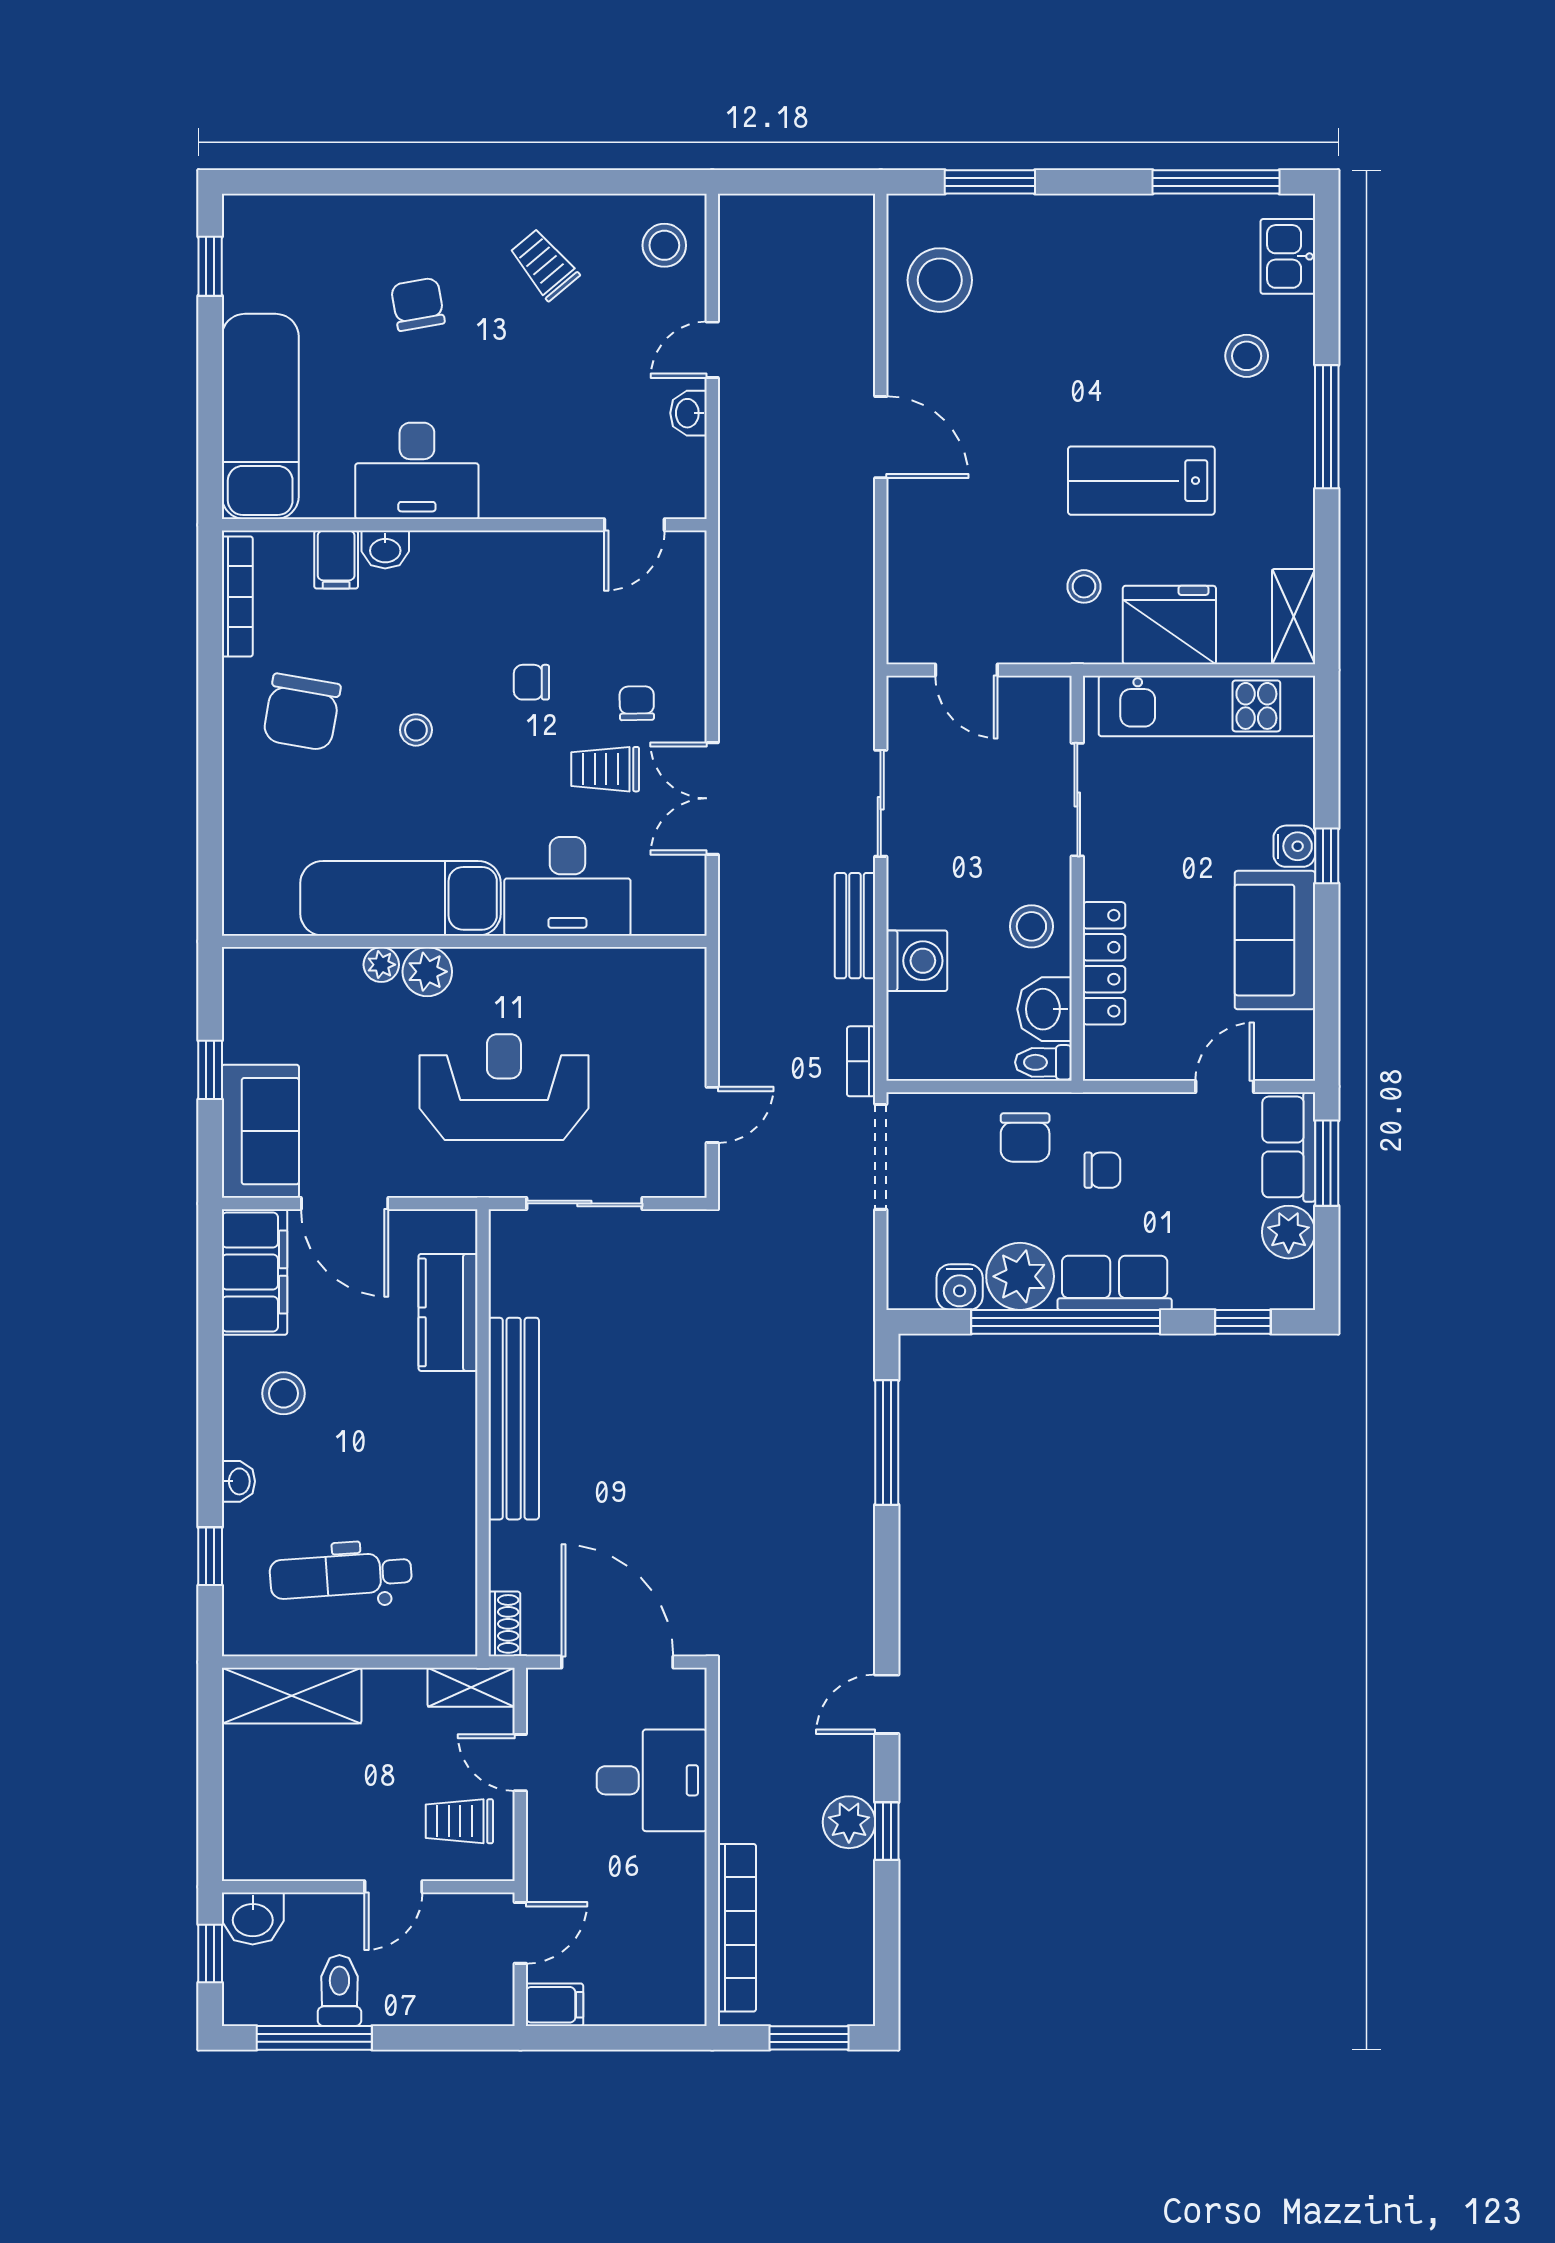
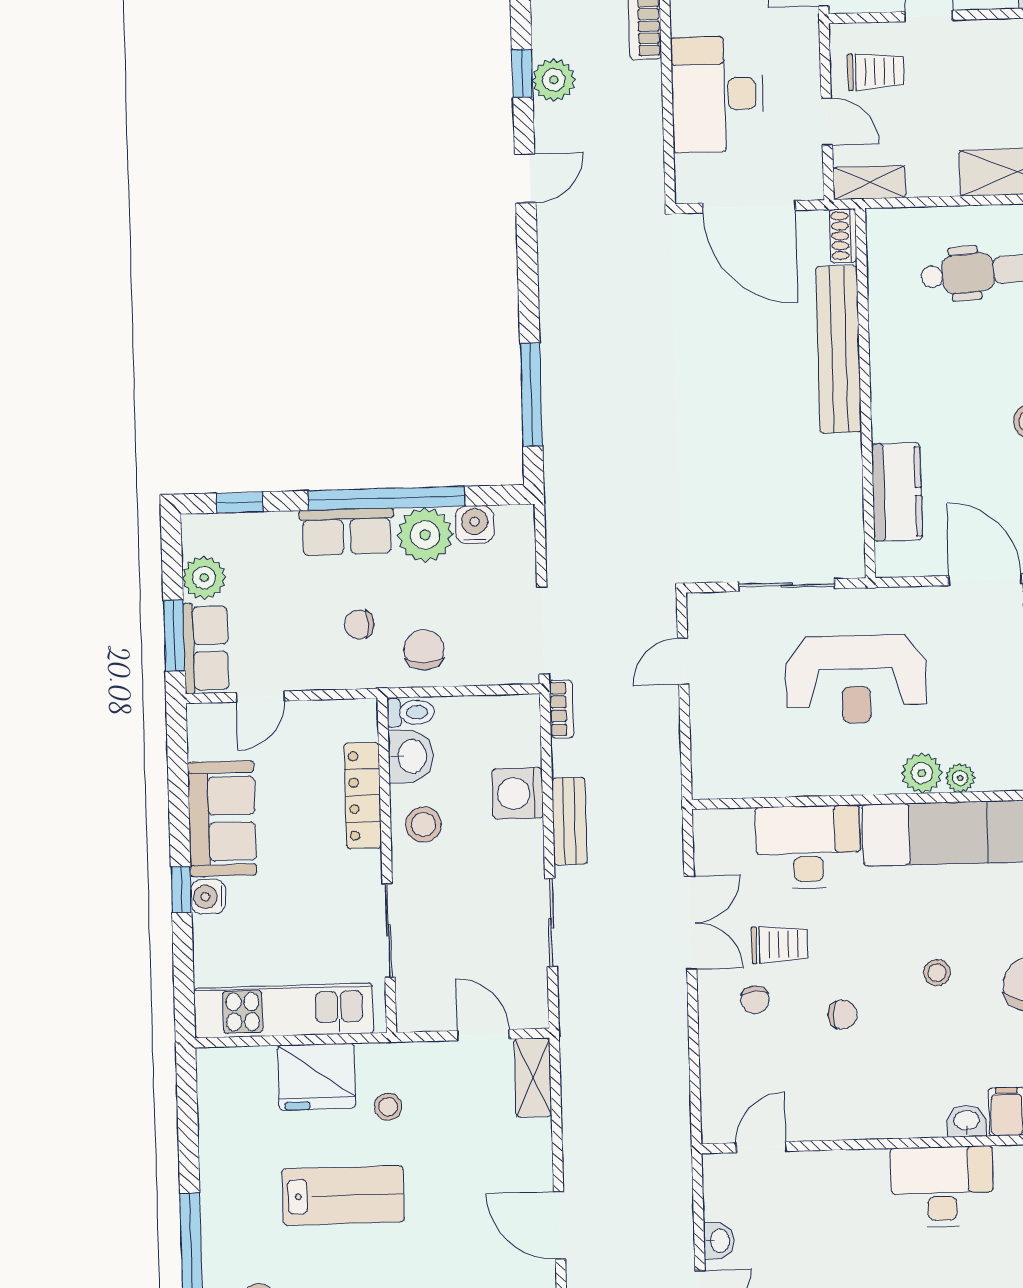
shelving: (1294, 617) -> (533, 1078), moved
bench: (514, 1419) -> (839, 349), moved
desk: (652, 1780) -> (717, 94), width x1.37

